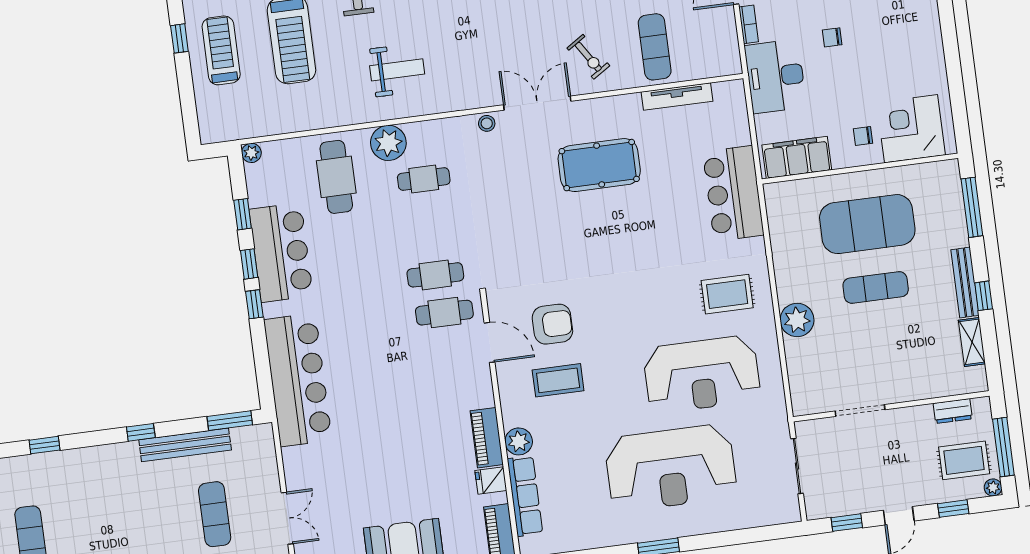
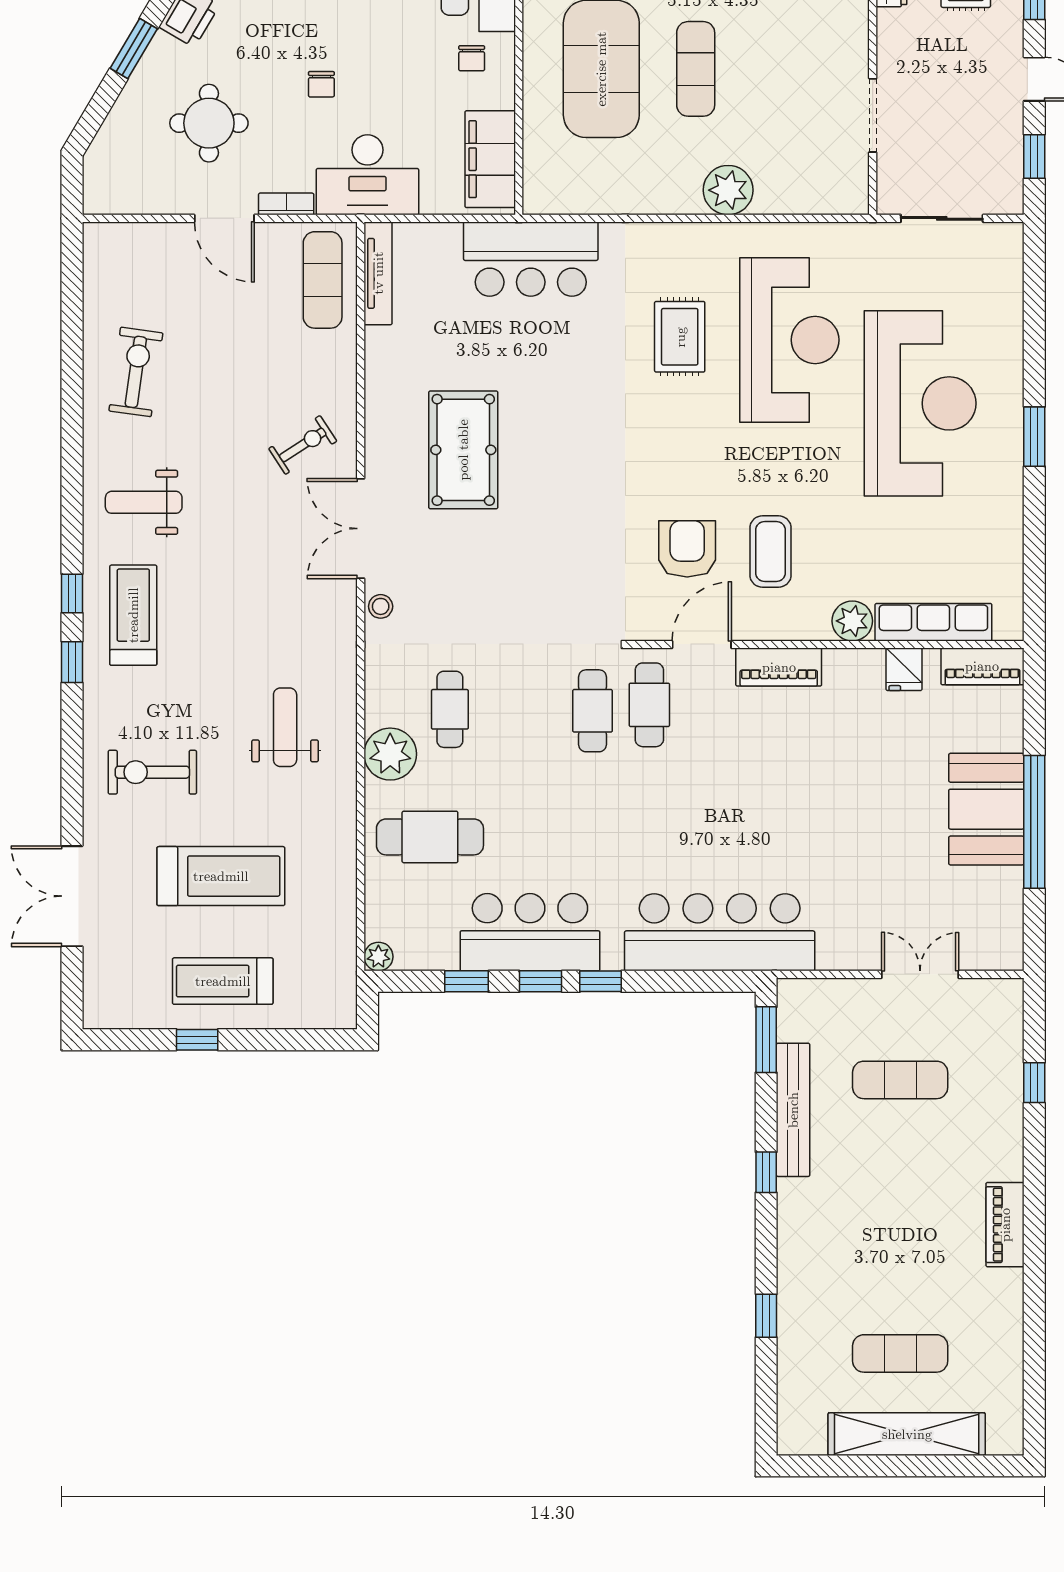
exercise mat: (655, 47) -> (323, 280), moved, turned 90
tv unit: (677, 97) -> (378, 273), moved
rug: (727, 294) -> (680, 337), moved
piano: (487, 438) -> (779, 667), moved

